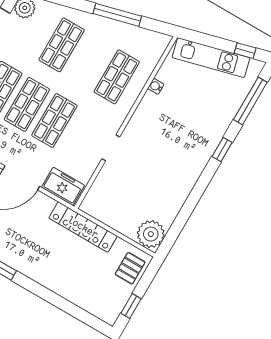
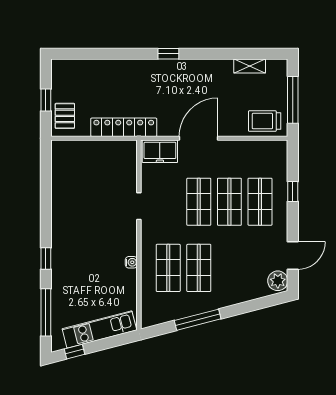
shop shelf: (62, 45) -> (199, 268), moved
water cooler: (156, 86) -> (131, 262), moved
plant: (151, 234) -> (64, 154), removed
window: (131, 306) -> (46, 100), moved

